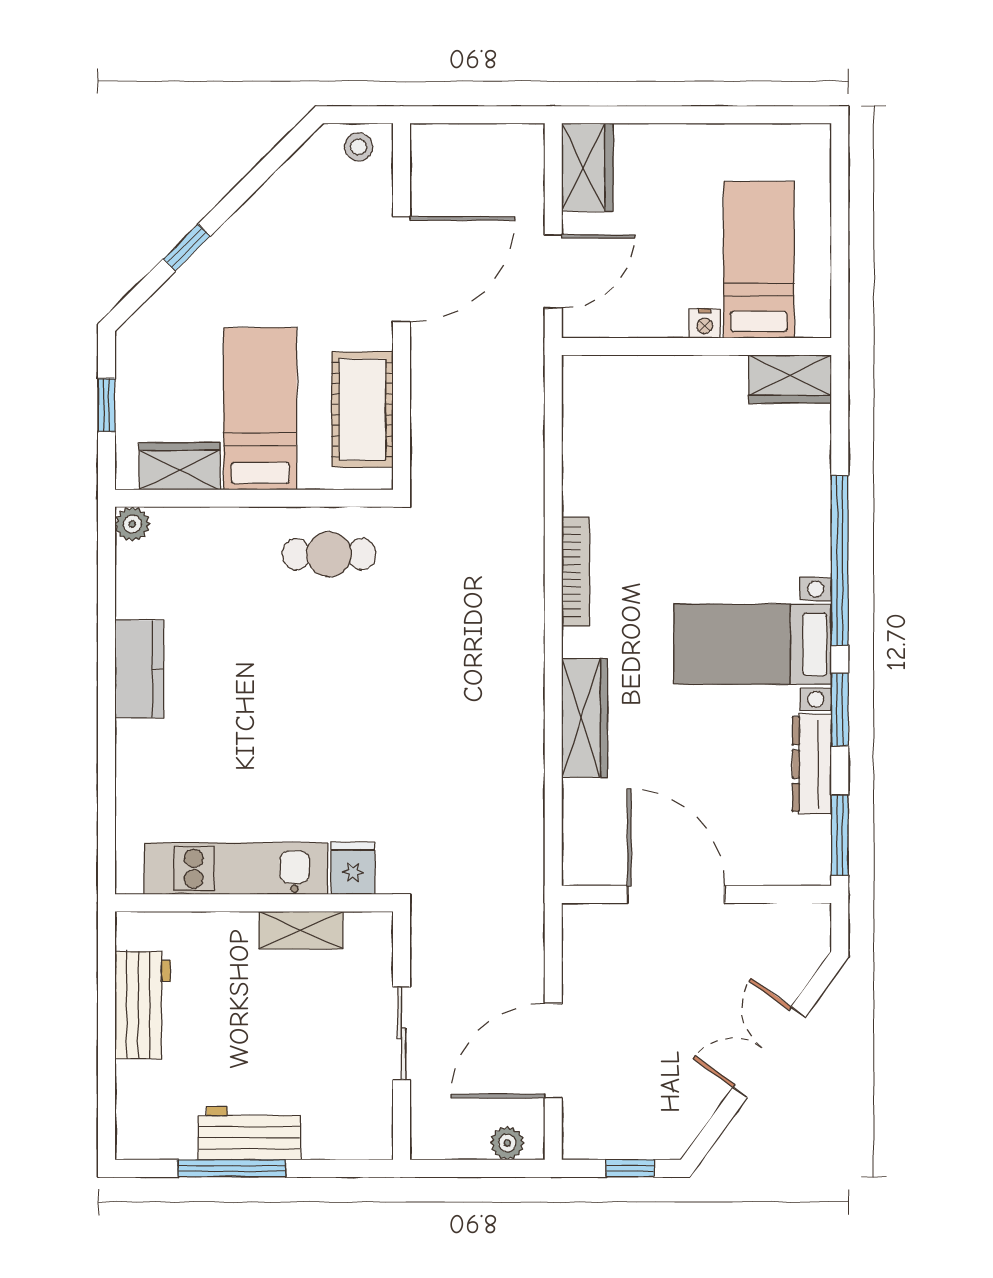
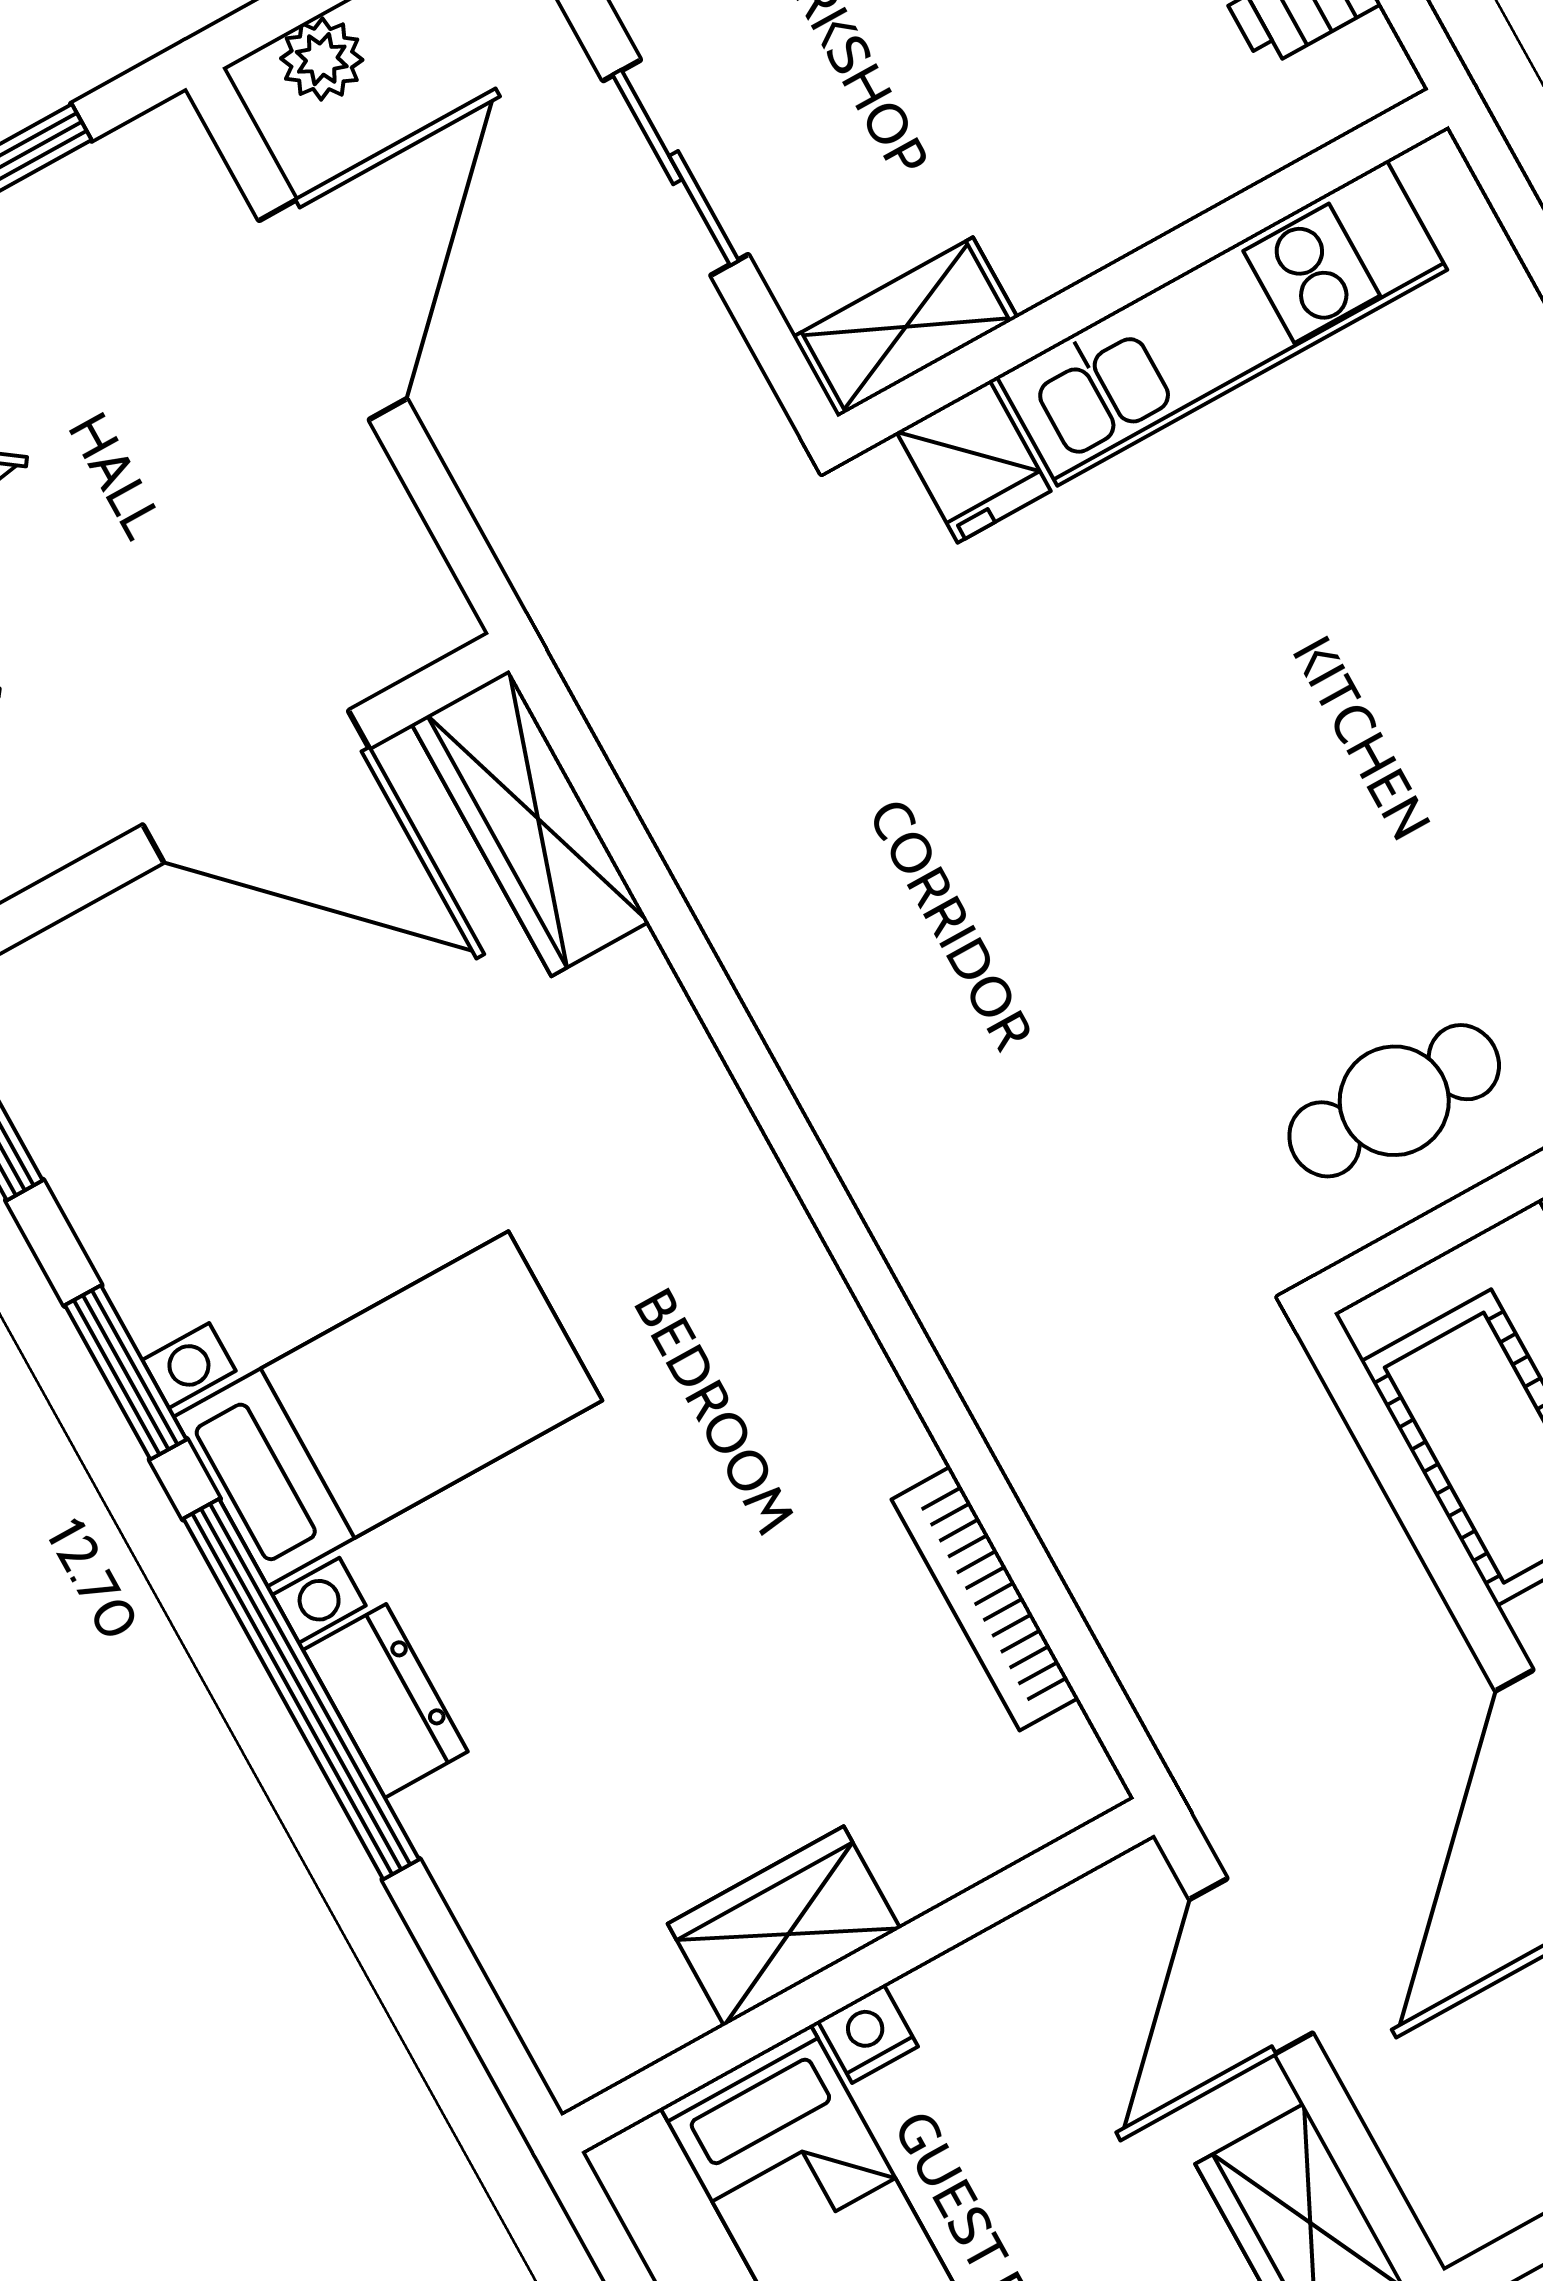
wardrobe: (790, 379) -> (784, 1926), moved
bookcase: (576, 572) -> (985, 1599), moved
wardrobe: (585, 718) -> (530, 823), moved
dresser: (812, 764) -> (385, 1701), moved, width x0.70
shelving: (301, 930) -> (906, 327), moved

